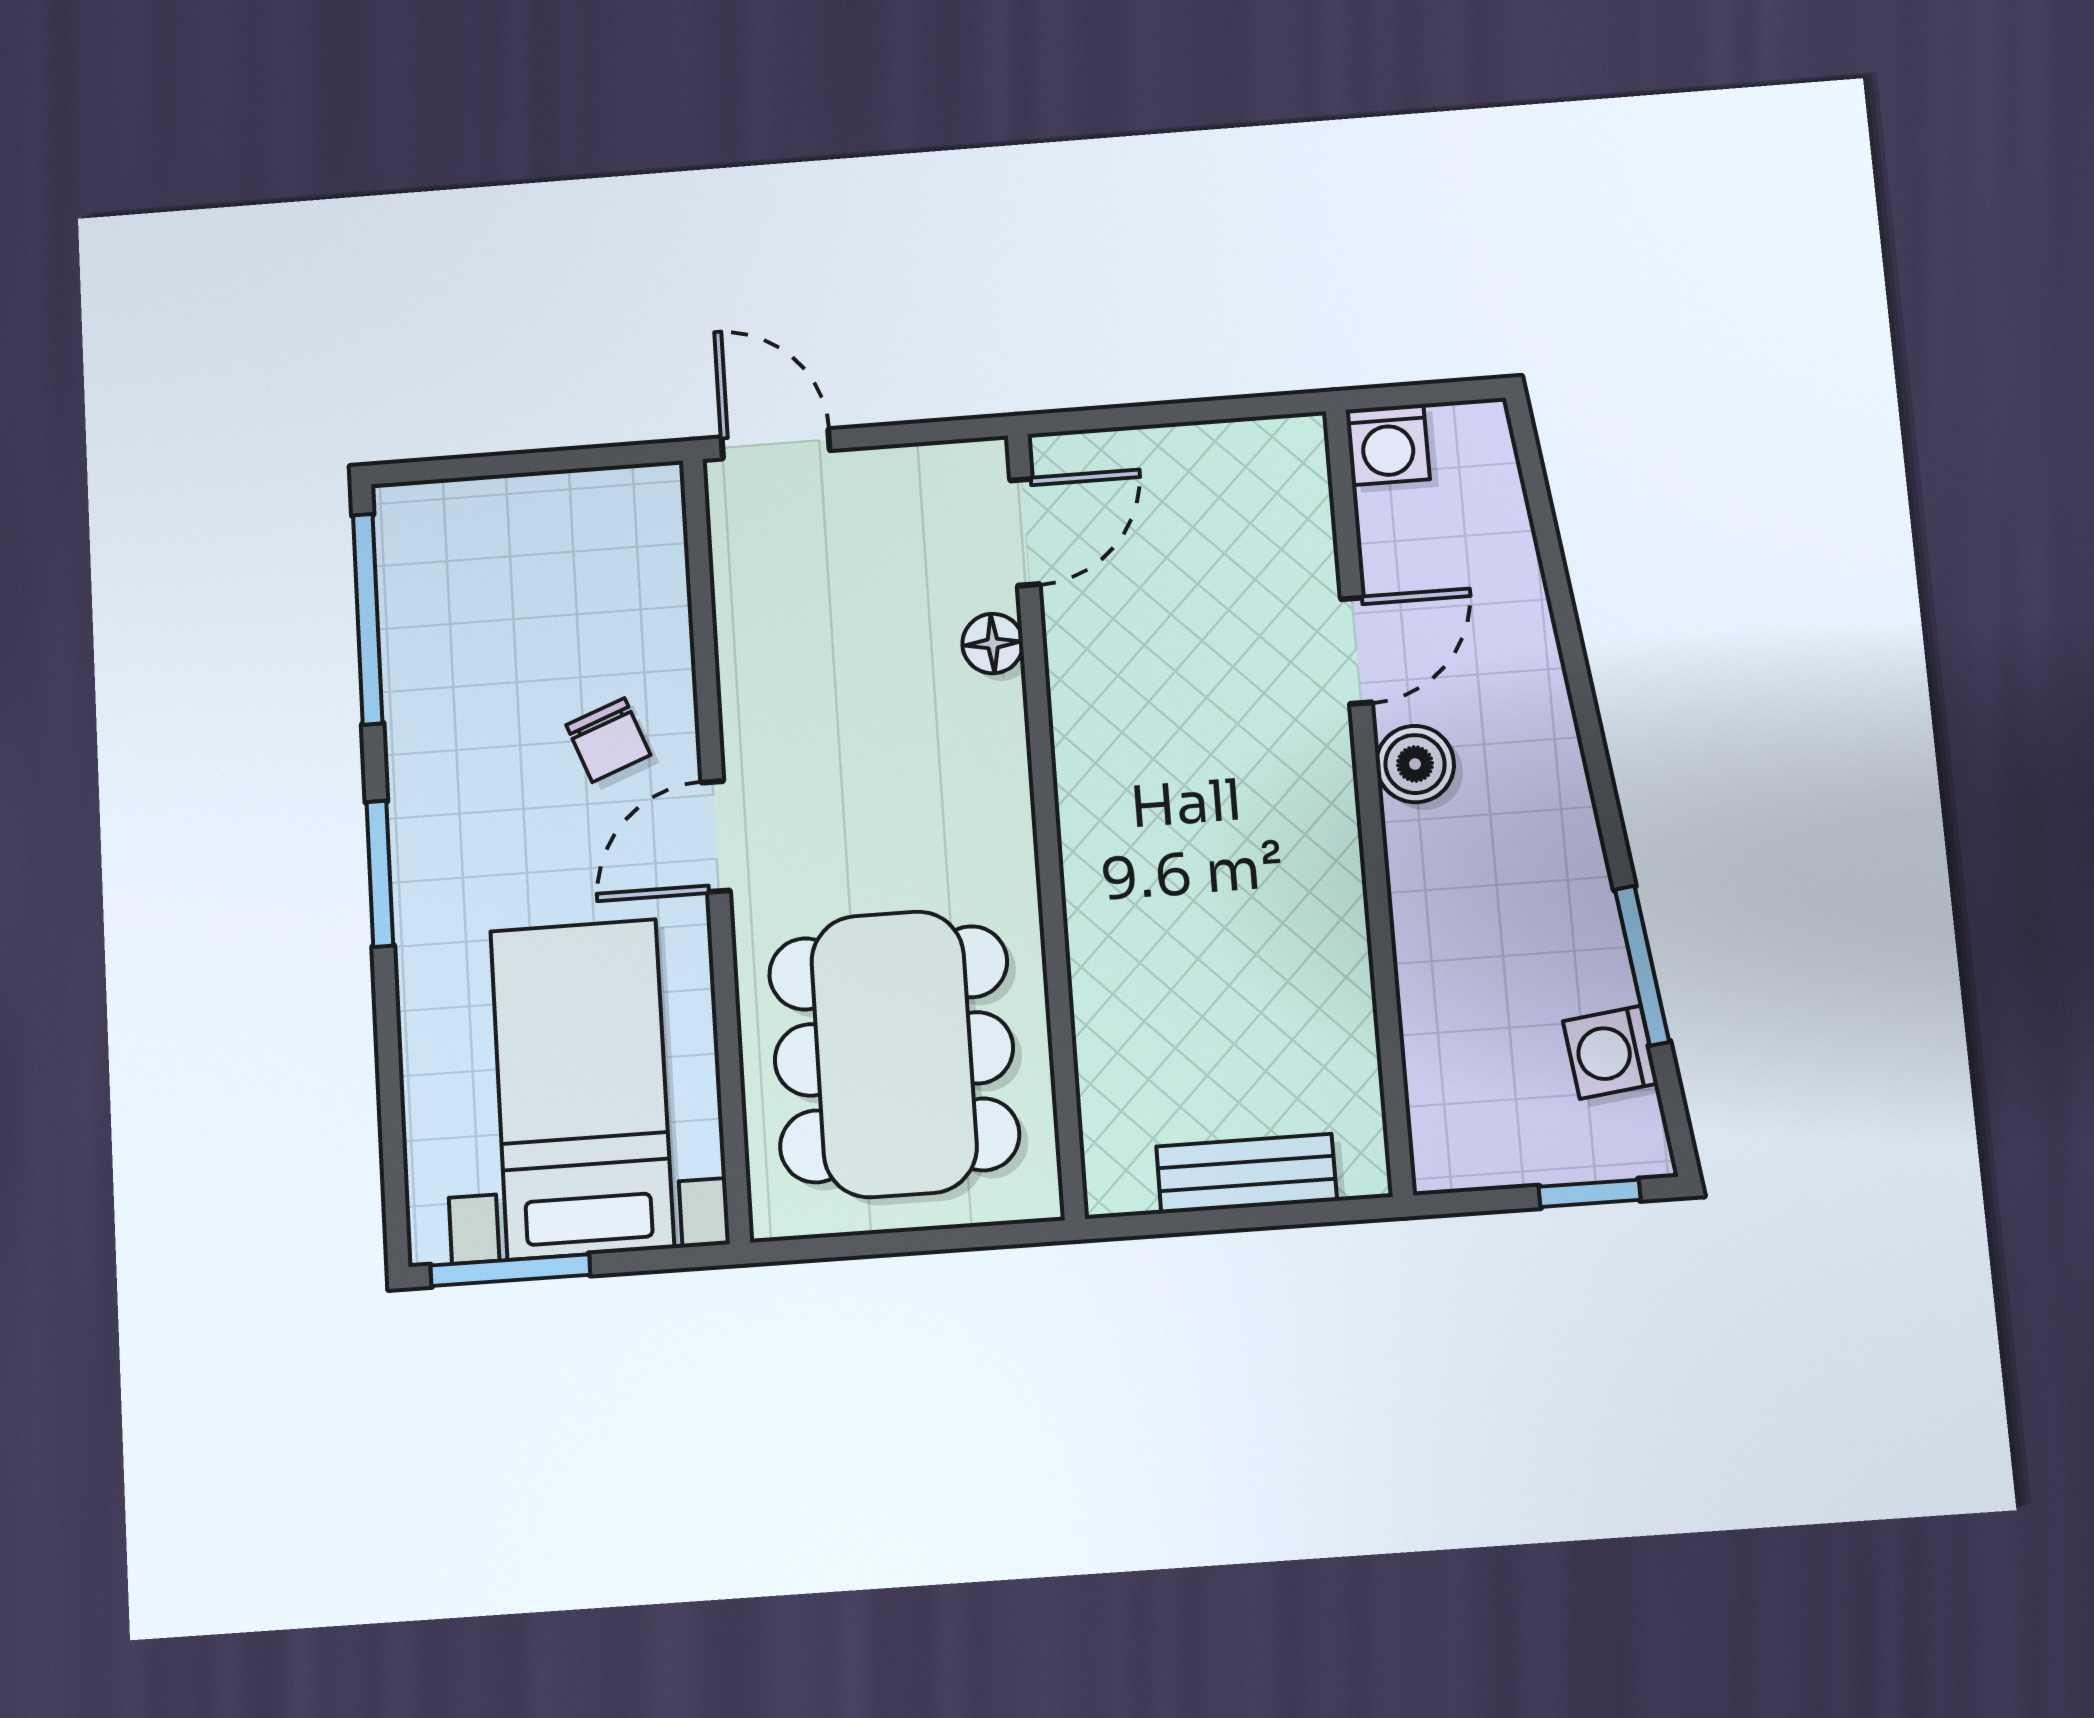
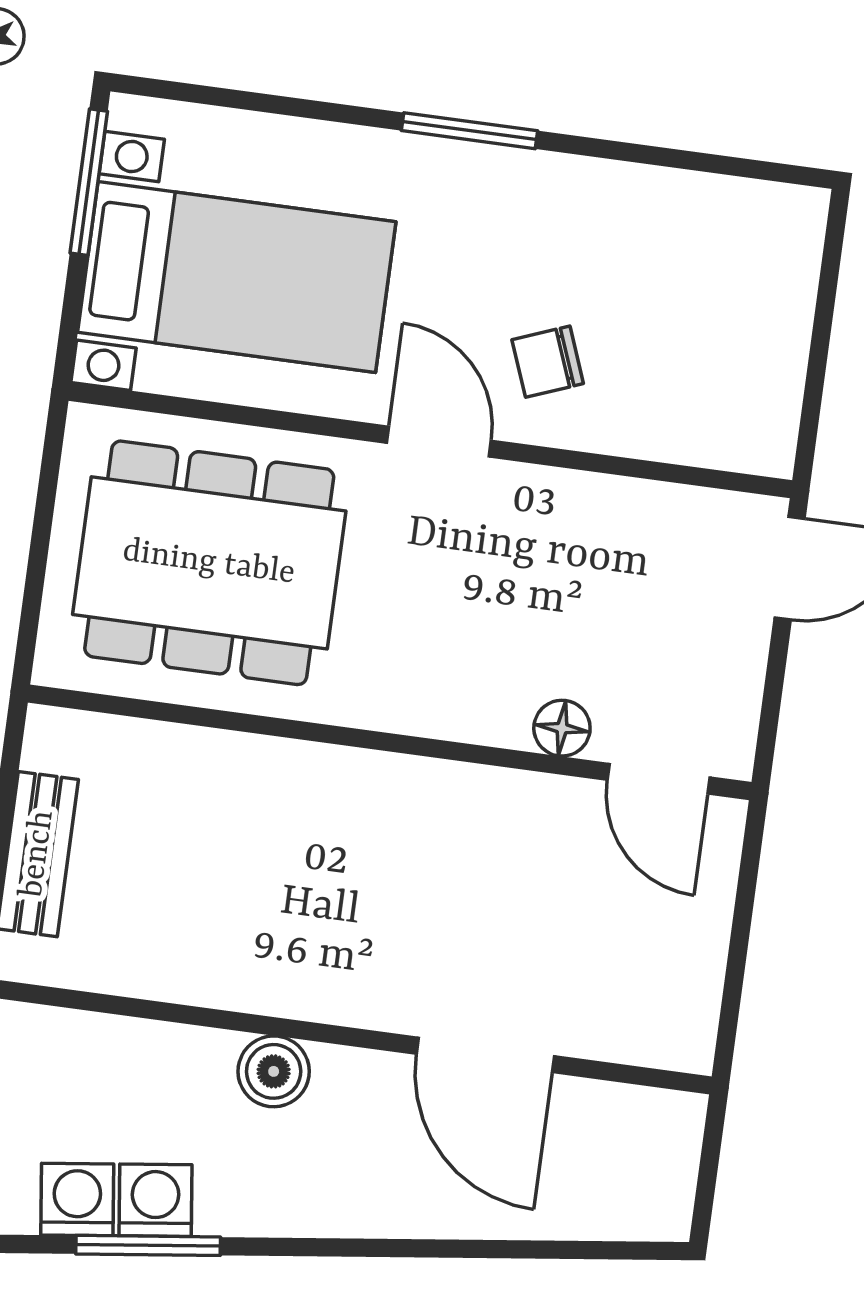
washing machine: (1388, 445) -> (155, 1200), moved, turned 83
window: (368, 619) -> (707, 163), removed
door: (1356, 651) -> (485, 1055), width x1.38
boiler: (1415, 764) -> (274, 1071), moved

